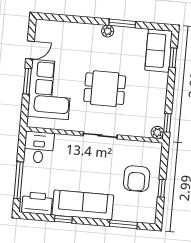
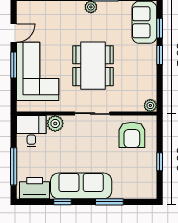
dining table: (105, 89) -> (93, 66), width x1.38
window: (167, 123) -> (160, 55), moved
plant: (63, 142) -> (55, 123), added
armchair: (137, 179) -> (132, 135), moved
window: (123, 224) -> (109, 202), moved

